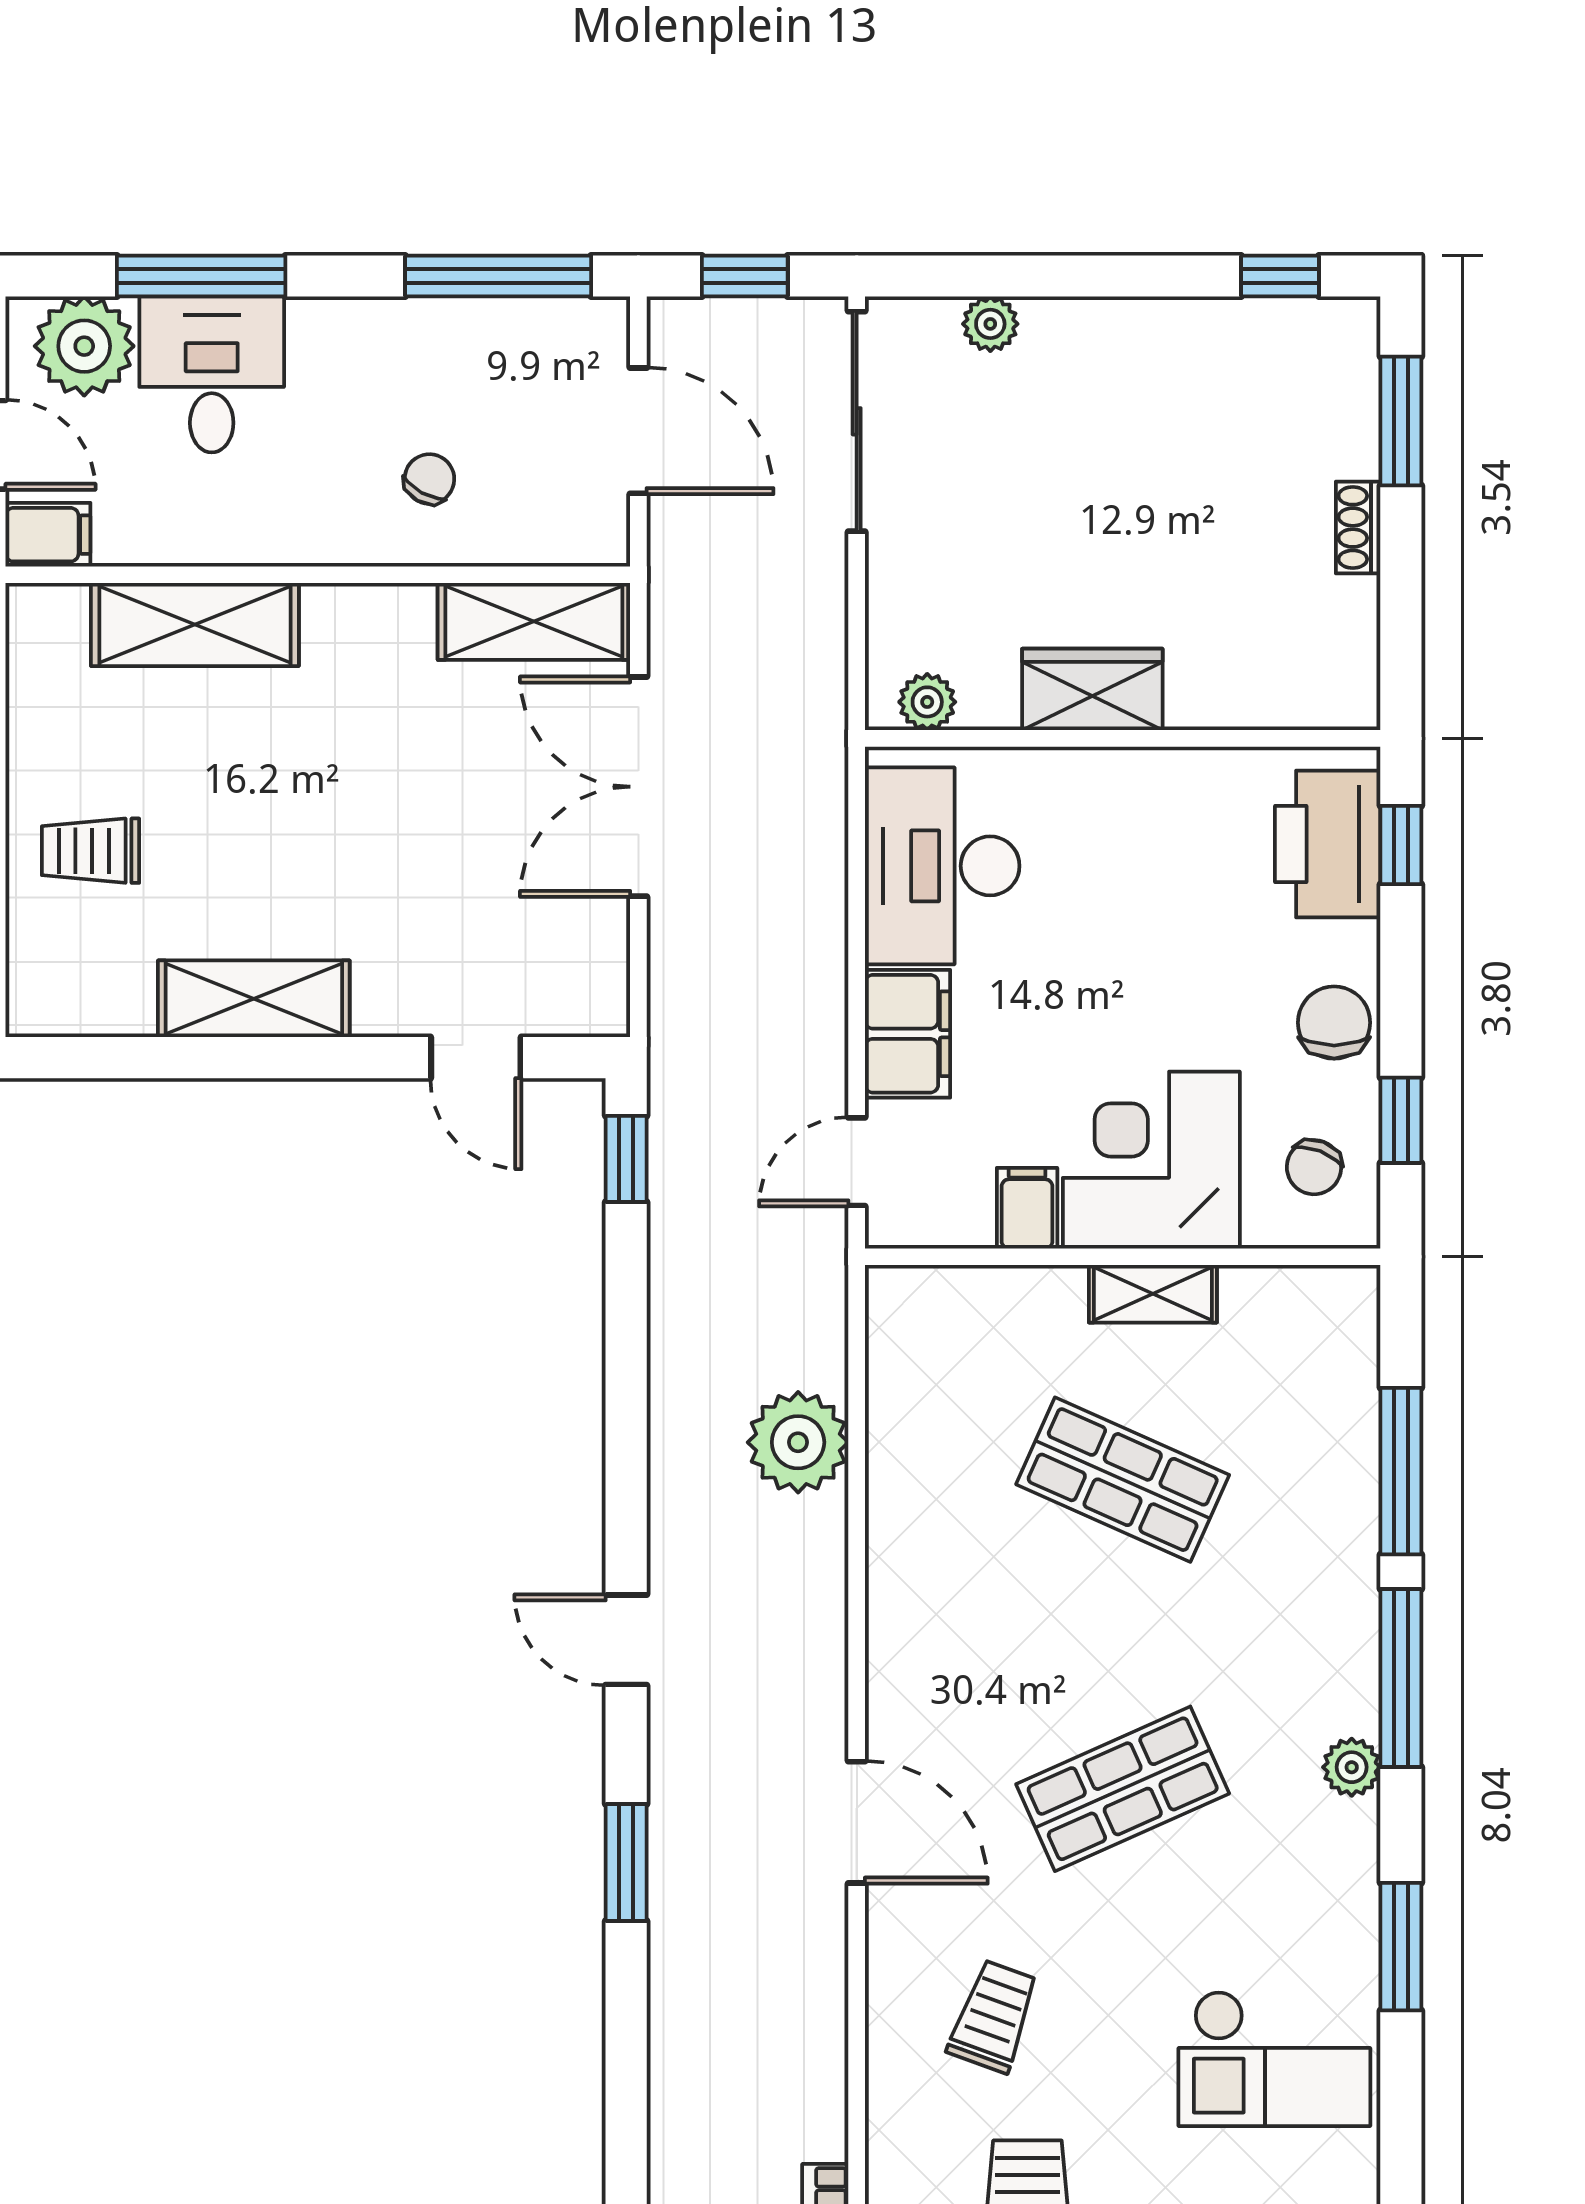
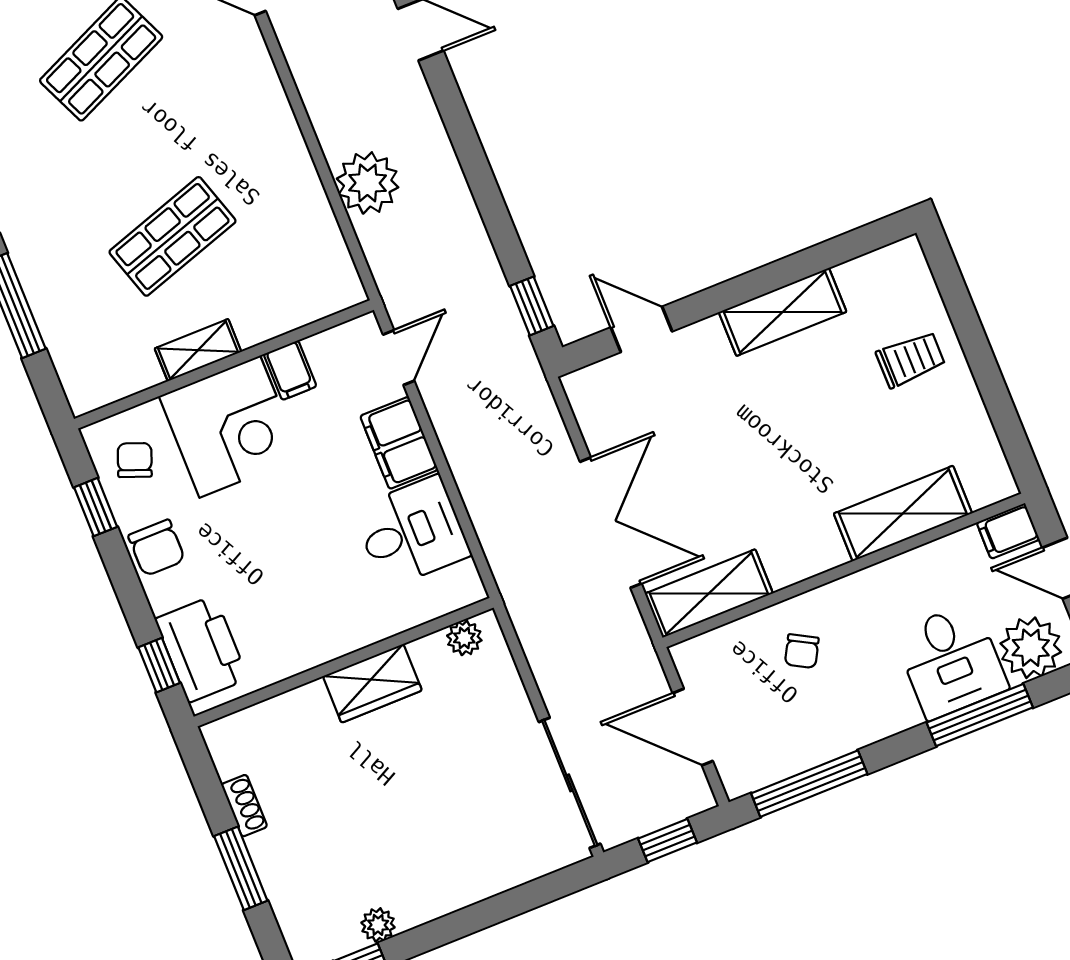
plant: (990, 324) -> (378, 925), moved
window: (1401, 421) -> (241, 868), moved
shoe rack: (1358, 528) -> (244, 806), moved
desk: (942, 866) -> (412, 532), width x0.73
shop shelf: (1123, 1480) -> (172, 236), turned -42

